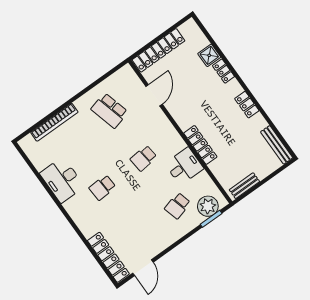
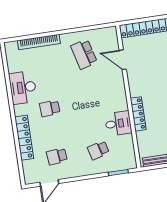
door: (154, 95) -> (123, 60), swing flipped
school desk: (144, 158) -> (57, 156), moved
plant: (208, 206) -> (121, 162), removed
locker: (108, 257) -> (24, 138), moved

